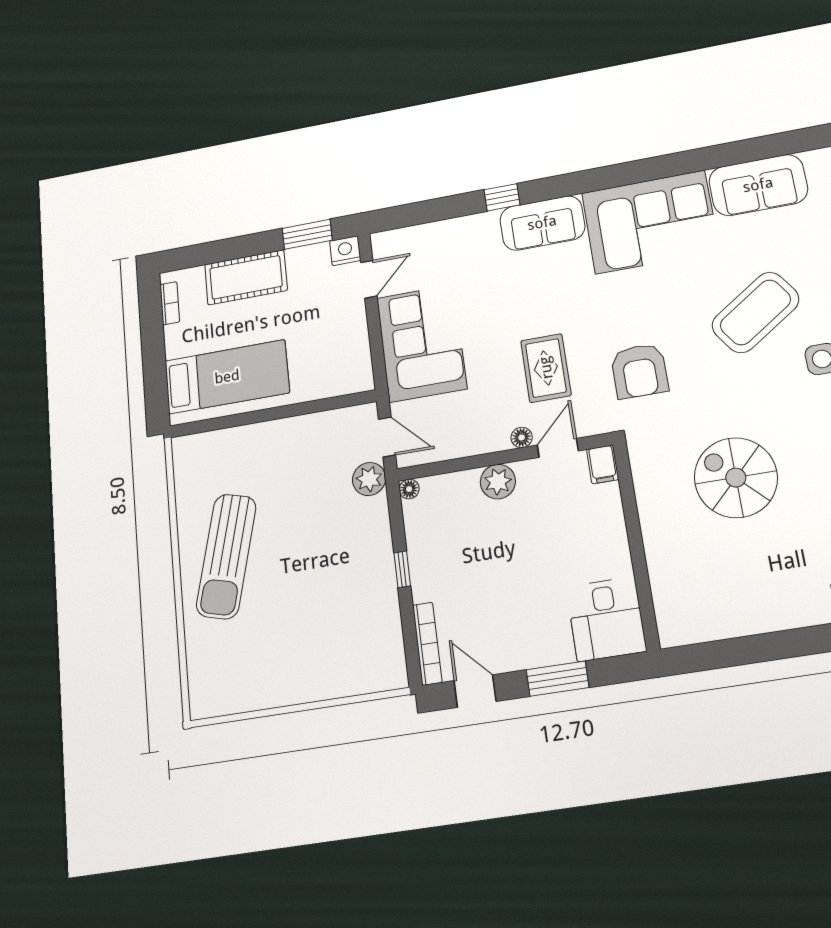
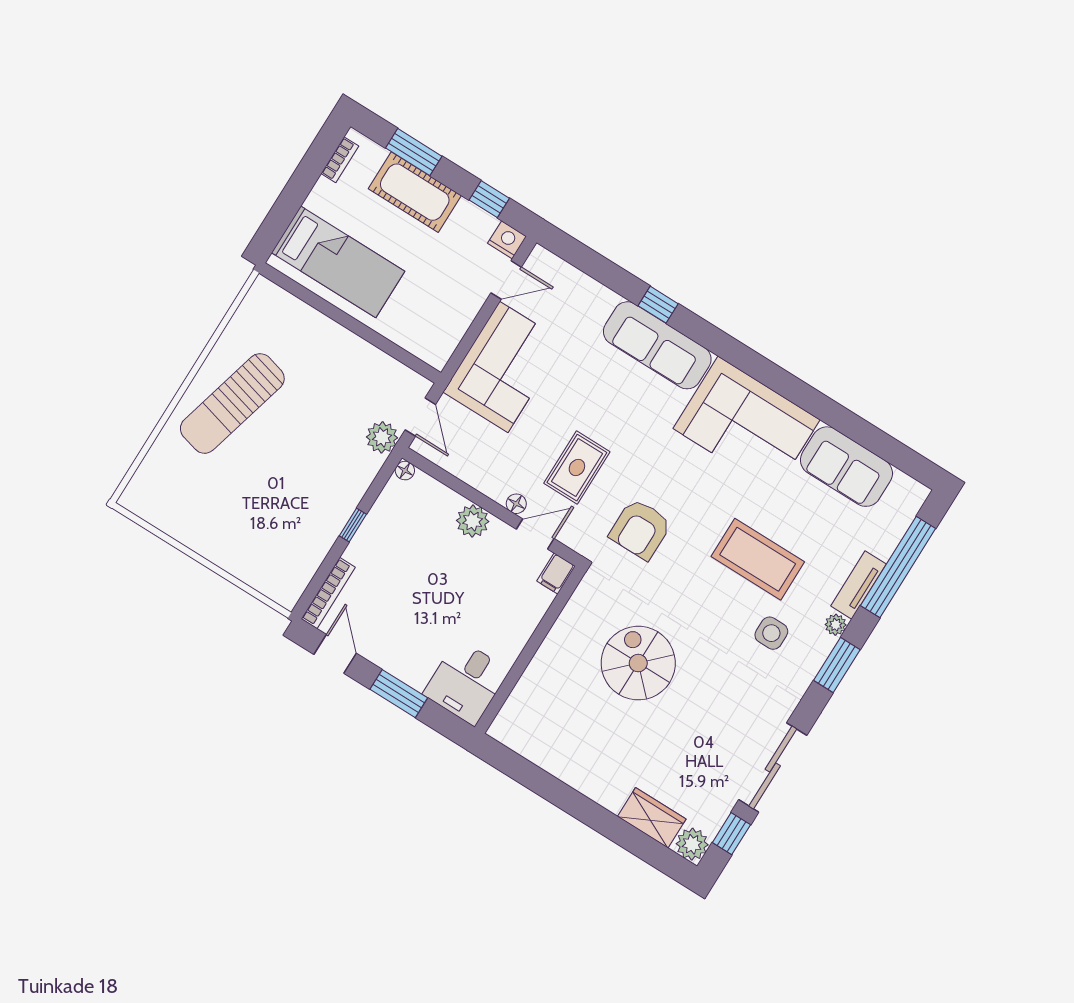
sofa: (542, 223) -> (657, 345), width x1.36
window: (307, 234) -> (489, 199), width x0.67
window: (222, 251) -> (414, 152), added
coffee table: (755, 312) -> (758, 559), turned 34

